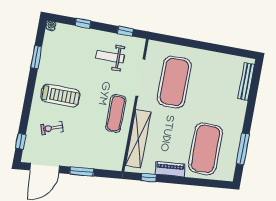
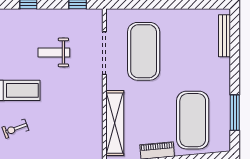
weight bench: (110, 57) -> (54, 52), moved
exercise mat: (116, 114) -> (84, 99), removed

